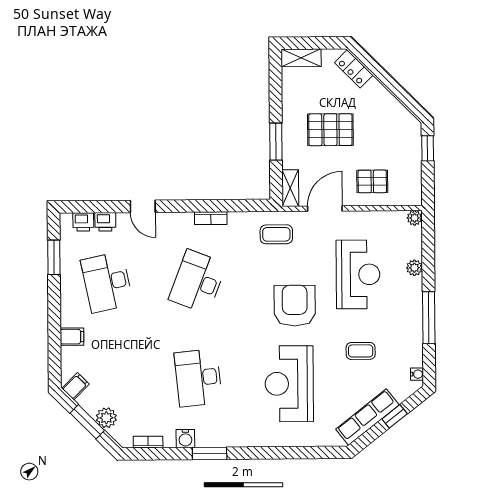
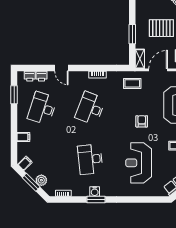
desk: (107, 282) -> (42, 108), turned 30
armchair: (295, 306) -> (142, 121), width x0.53, depth x0.53
water cooler: (185, 438) -> (95, 191), moved

